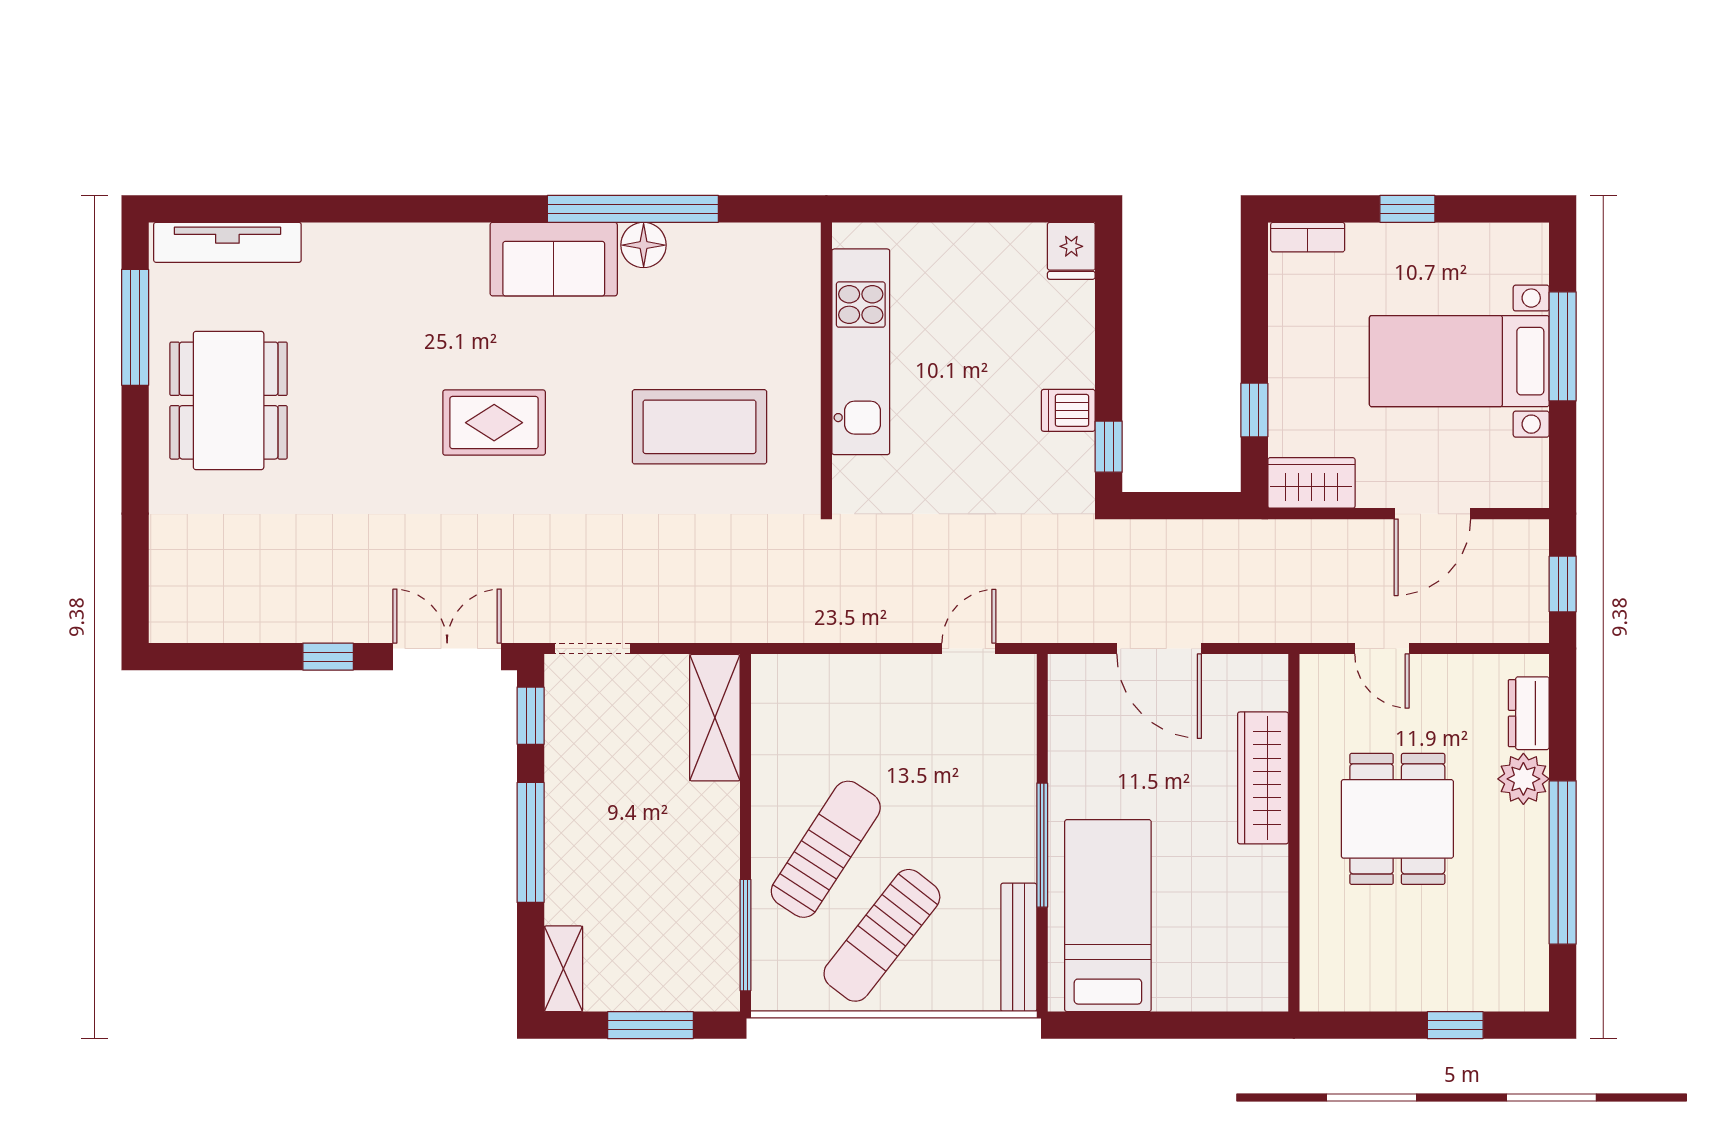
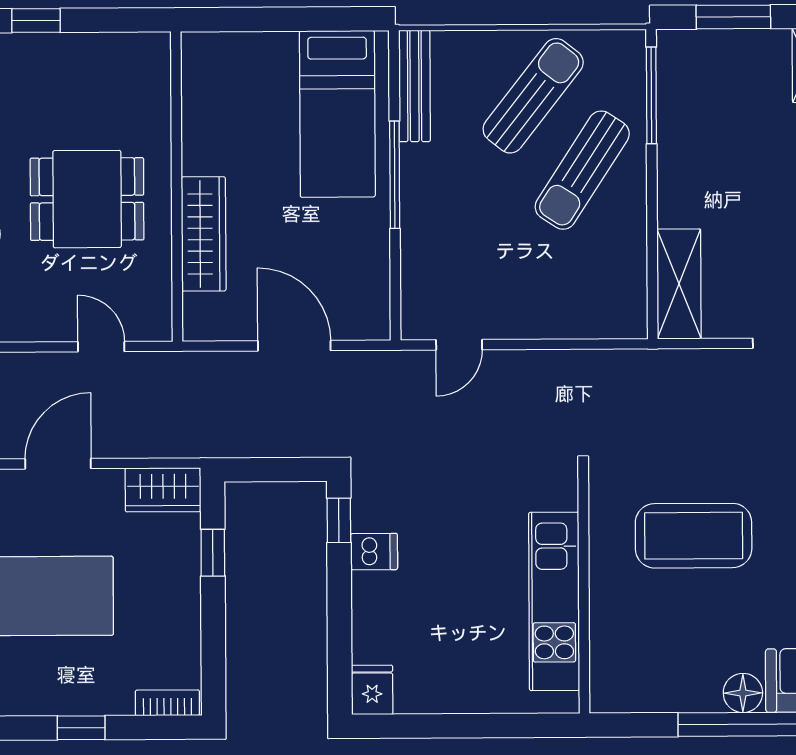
dining table: (1397, 819) -> (87, 199), turned 90

